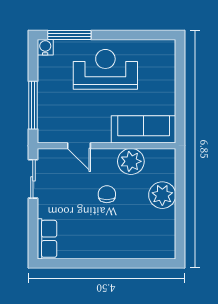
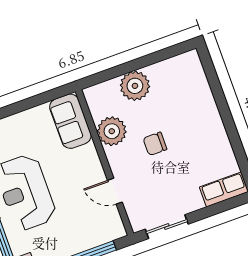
sofa: (144, 129) -> (70, 121), width x0.73
door: (79, 146) -> (115, 191), swing flipped

